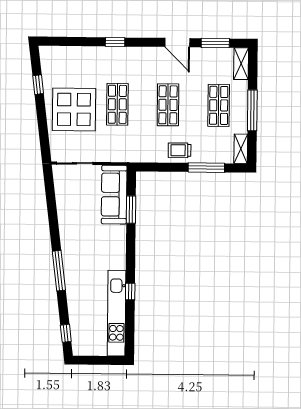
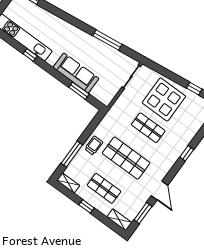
door: (177, 43) -> (160, 191), swing flipped
shop shelf: (168, 105) -> (126, 158), width x1.43, depth x1.36
window: (252, 110) -> (86, 206), width x0.46
sofa: (114, 195) -> (76, 73), moved
window: (59, 271) -> (107, 40), moved

